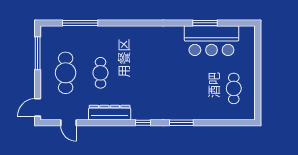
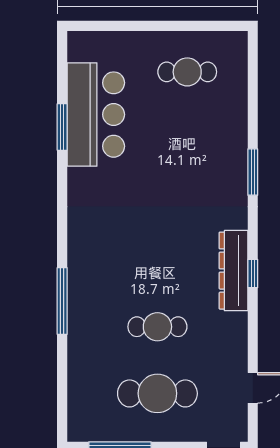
window: (80, 23) -> (62, 301), moved
dresser: (110, 113) -> (233, 271), moved
window: (143, 123) -> (253, 273), moved

